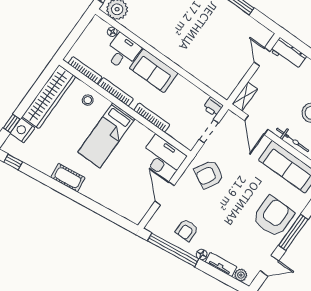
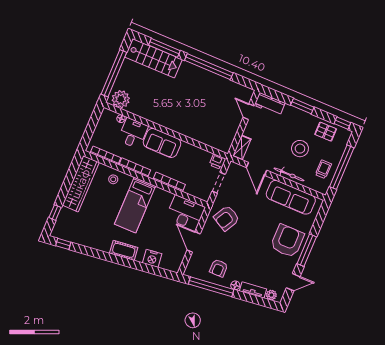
nightstand: (22, 130) -> (152, 258), moved, turned -97
cot: (68, 178) -> (124, 250), moved

